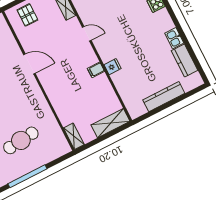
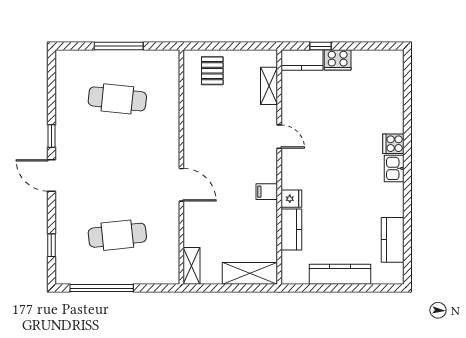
kitchen sink: (174, 38) -> (394, 168), moved
door: (29, 64) -> (181, 185), moved
kitchen counter: (122, 85) -> (291, 229), added

